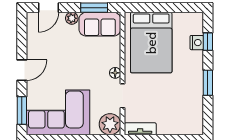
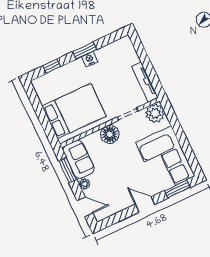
nightstand: (197, 43) -> (90, 59), moved
floor lamp: (115, 73) -> (110, 134), width x1.89, depth x1.89
tv unit: (140, 129) -> (145, 82), width x1.41

